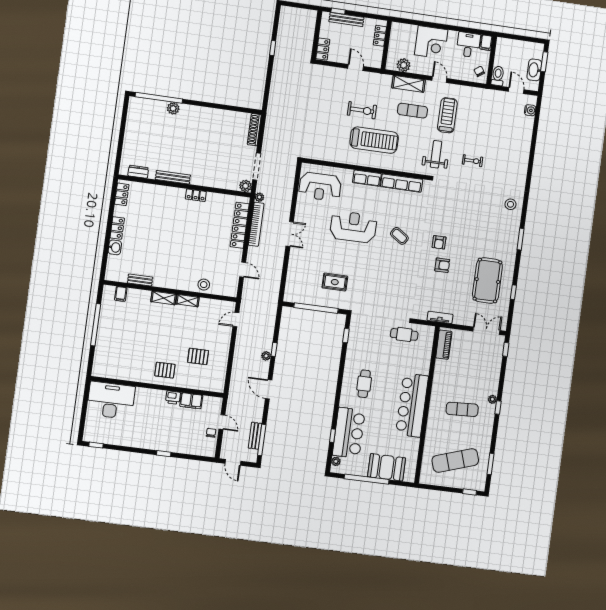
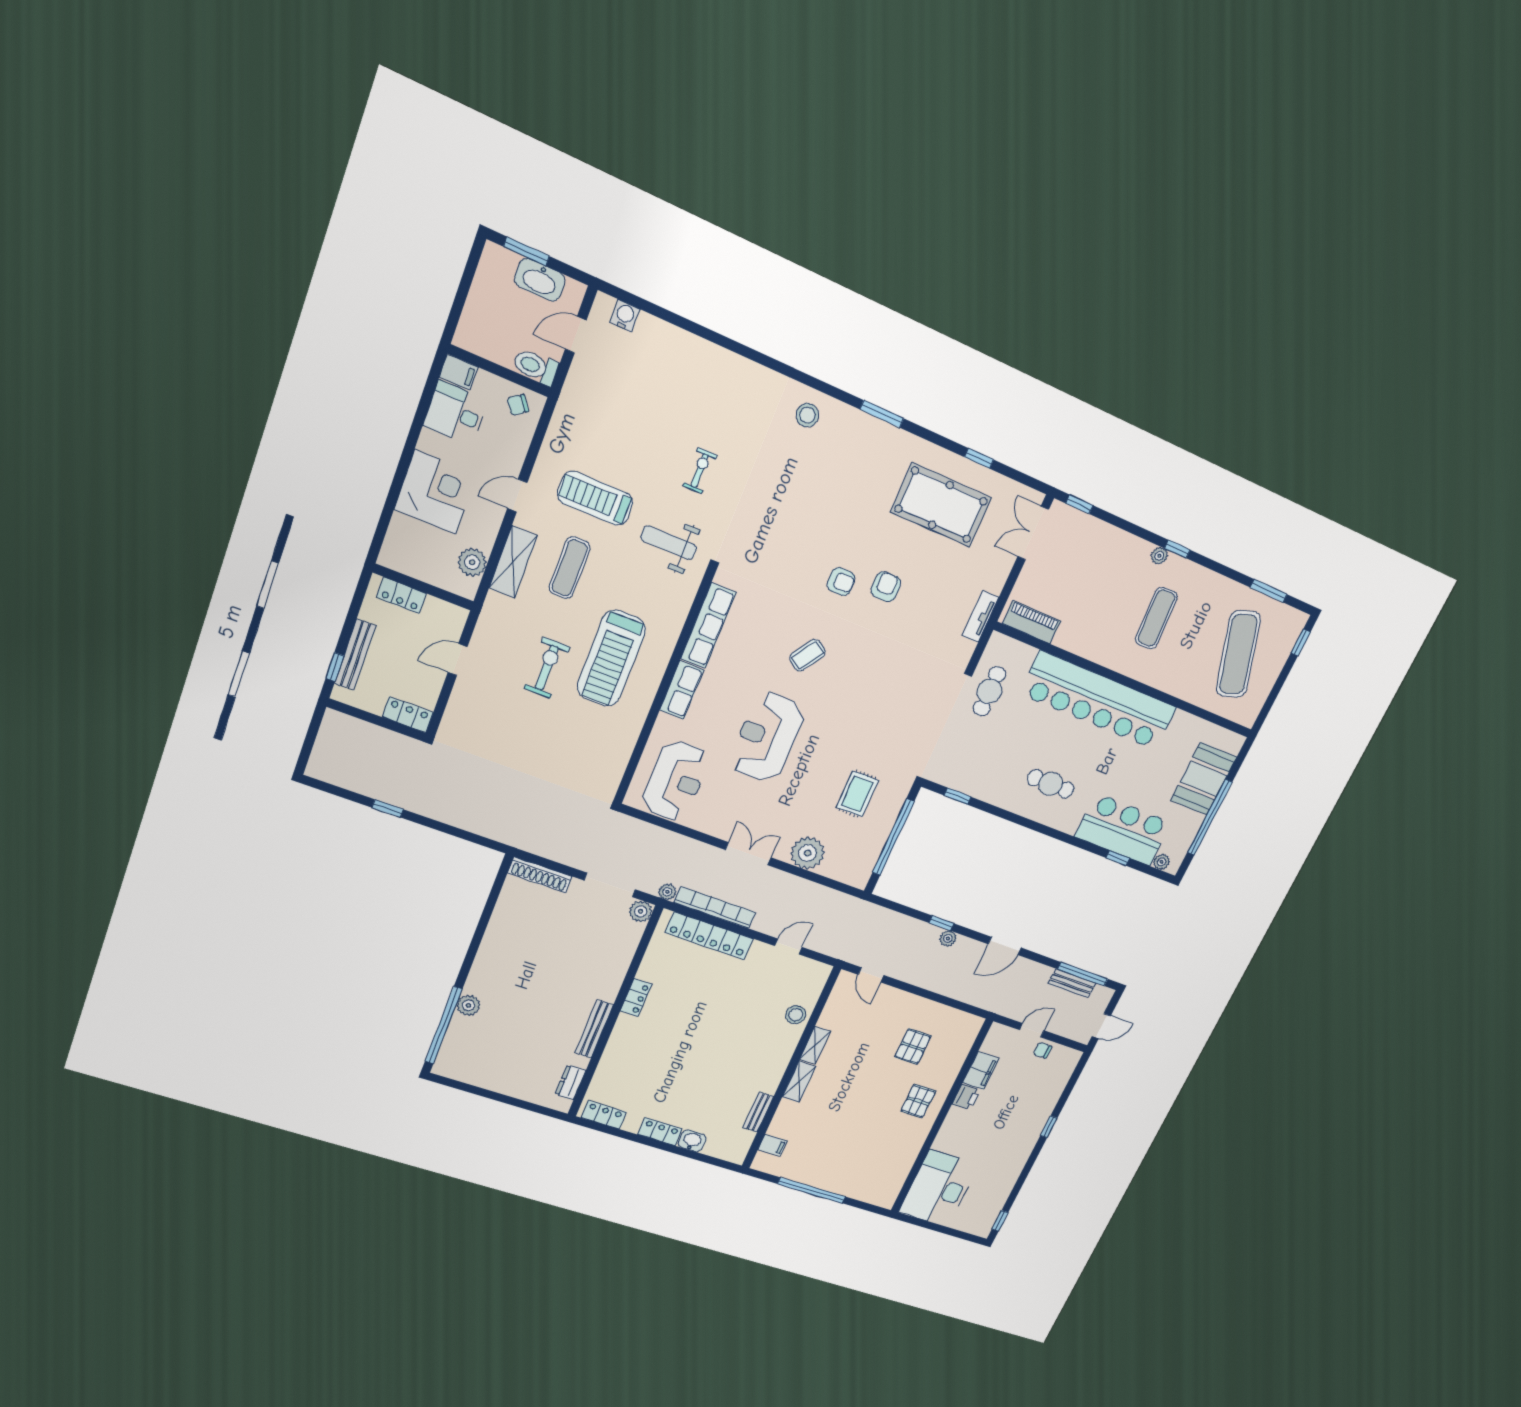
treadmill: (374, 140) -> (611, 658), turned 180
plant: (297, 265) -> (807, 853), added
bar counter: (412, 405) -> (1098, 701), width x1.36

